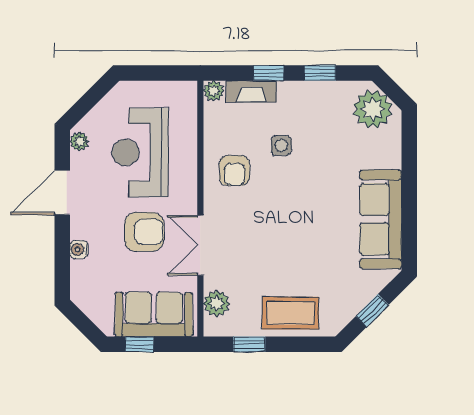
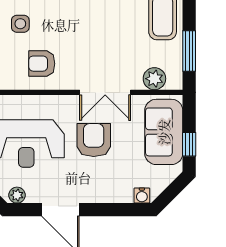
armchair: (234, 171) -> (42, 64), turned 180
water cooler: (79, 249) -> (142, 195), moved
window: (249, 344) -> (189, 51), width x1.50

